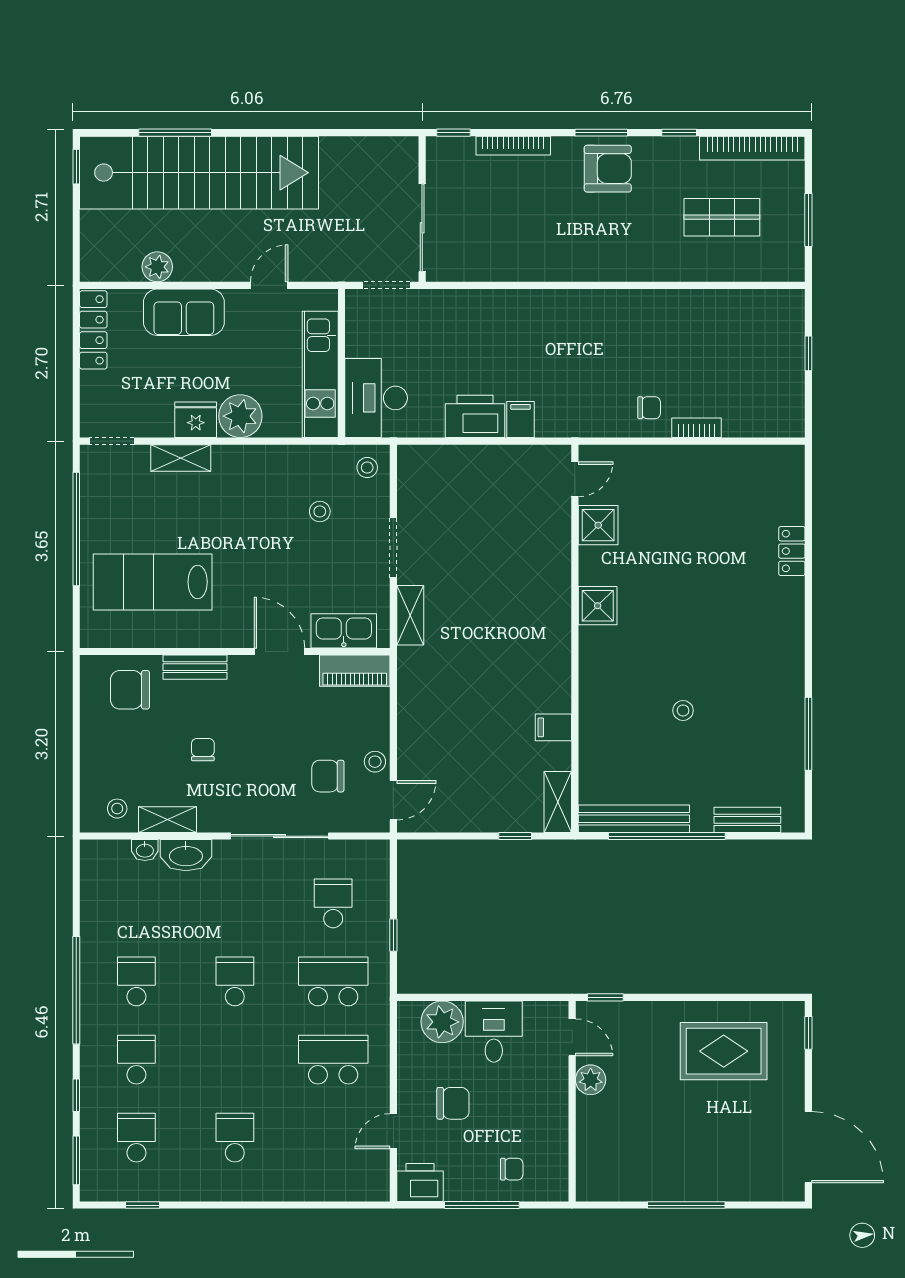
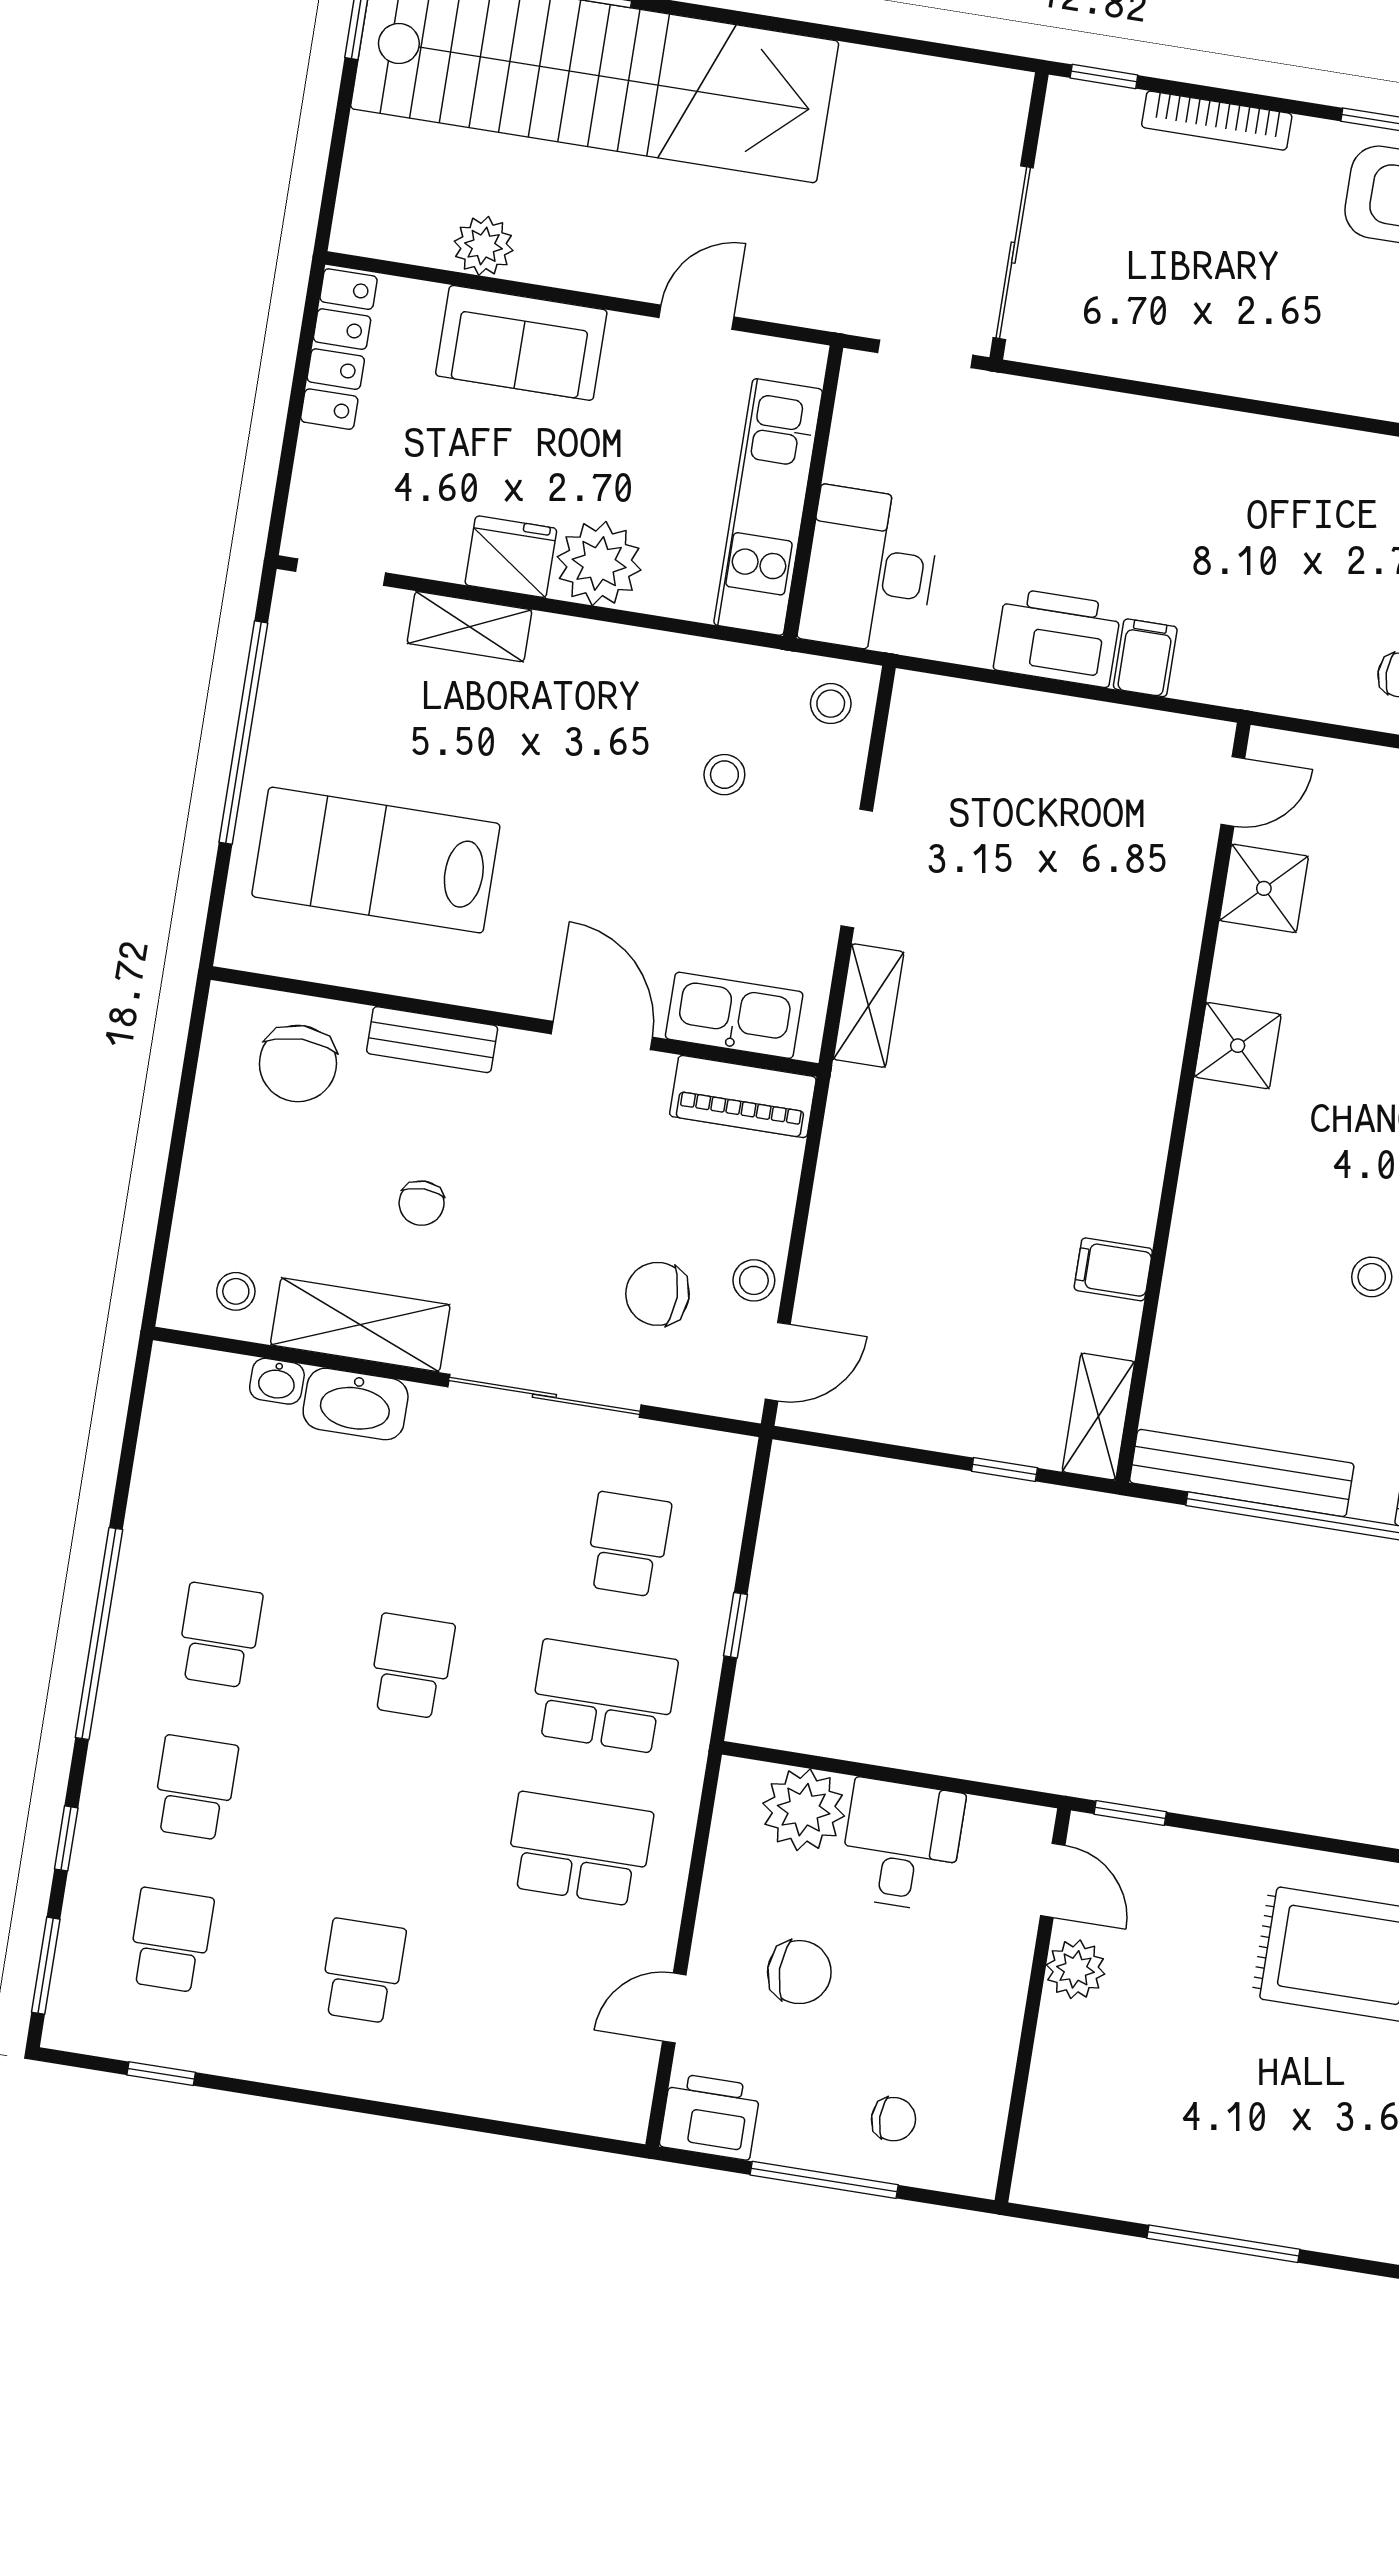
chair: (130, 690) -> (298, 1063), turned -90
chair: (203, 750) -> (422, 1203), turned 180
shelving: (168, 820) -> (360, 1325), width x1.50, depth x1.33

